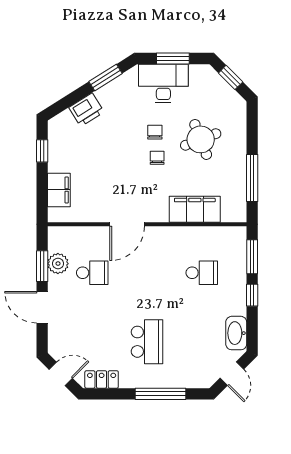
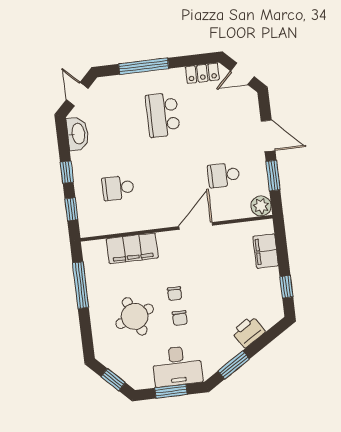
window: (252, 257) -> (71, 209), width x0.67
plant: (58, 264) -> (261, 206), moved

